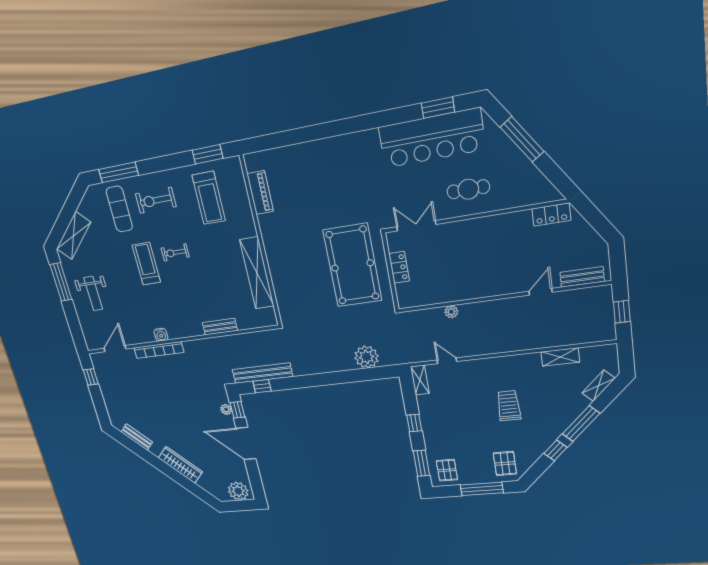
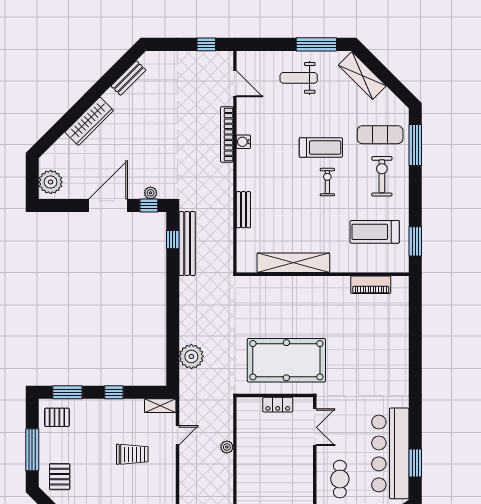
trolley: (509, 406) -> (132, 454), moved
pallet: (505, 463) -> (60, 477), turned 90

